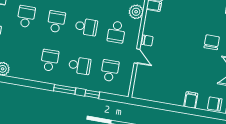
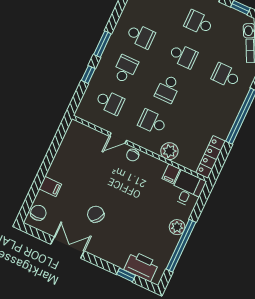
school desk: (26, 17) -> (199, 23), turned 180
chair: (212, 42) -> (96, 214), moved, turned -145
school desk: (80, 66) -> (125, 69), turned 180

